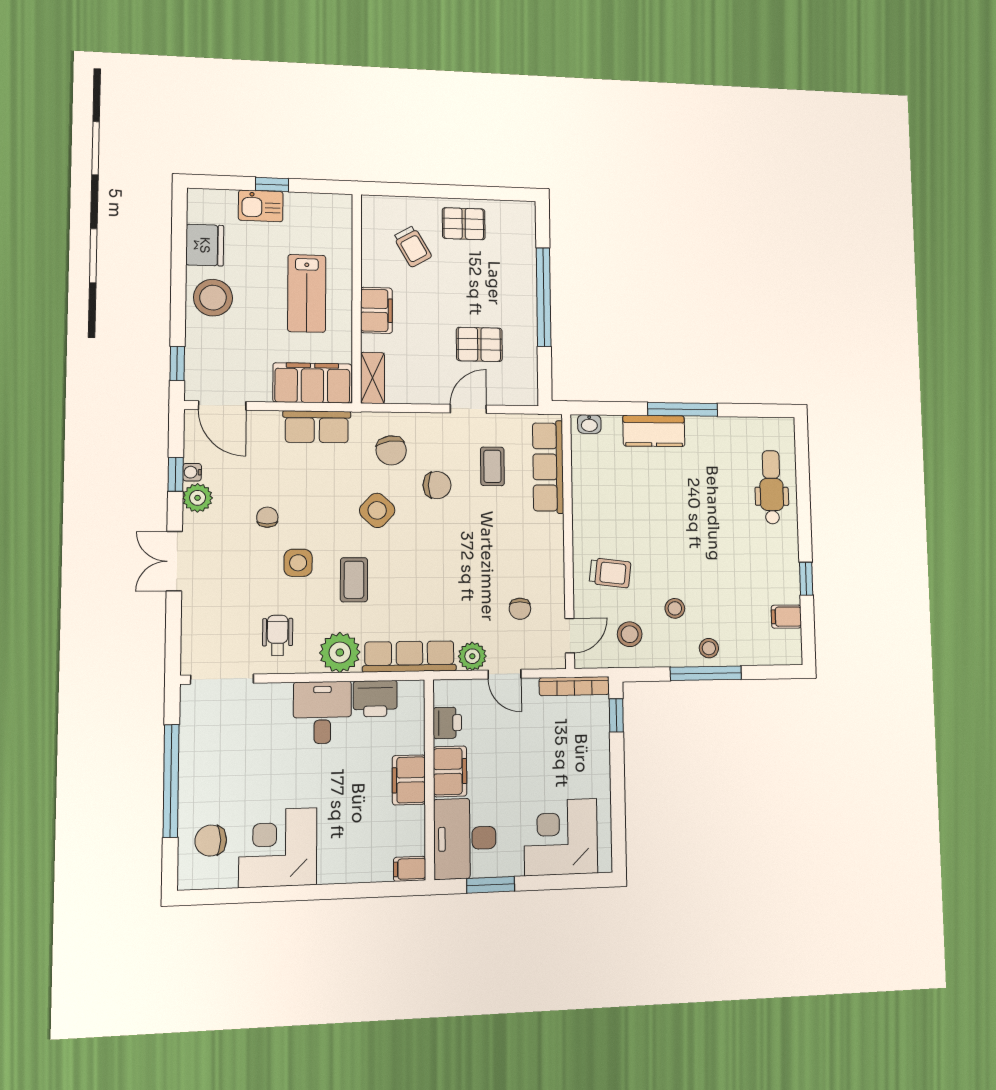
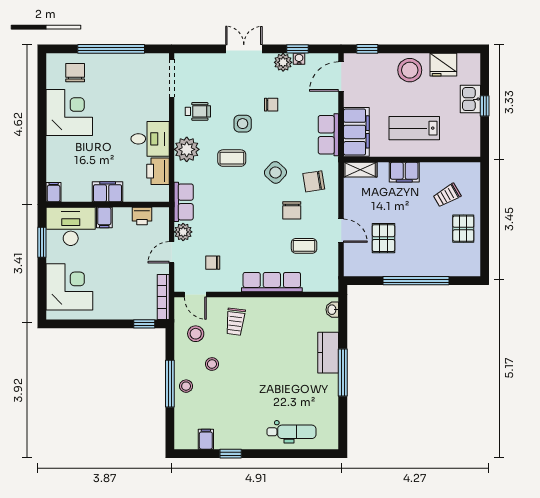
row of seats: (548, 467) -> (272, 282), moved
row of seats: (409, 656) -> (184, 202), width x0.68
filing cabinet: (450, 771) -> (104, 217), width x0.50

